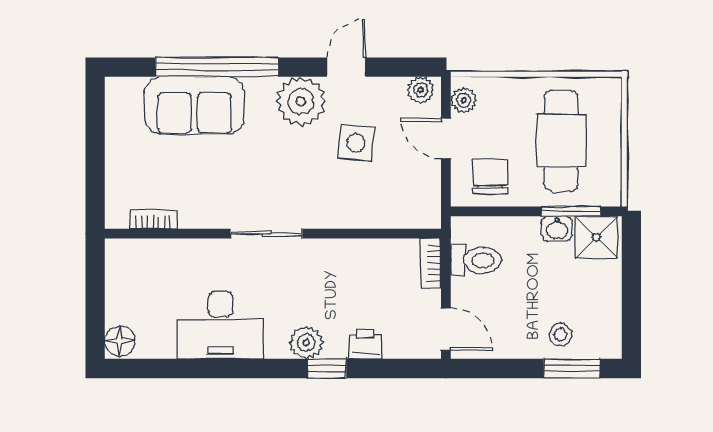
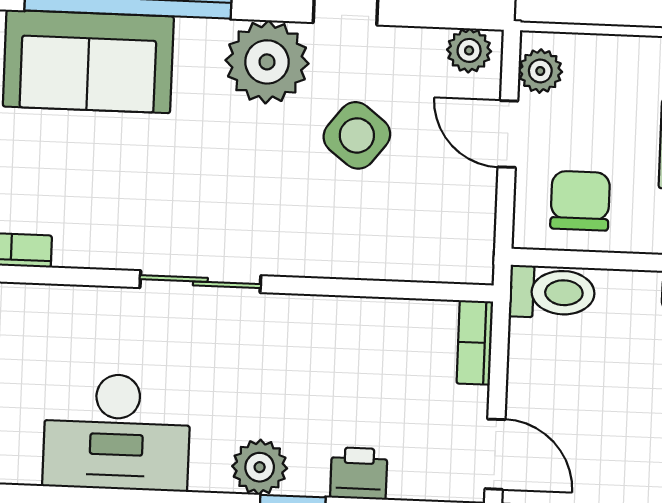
side table: (356, 143) -> (357, 135), turned 32
toilet: (476, 260) -> (552, 292), moved

